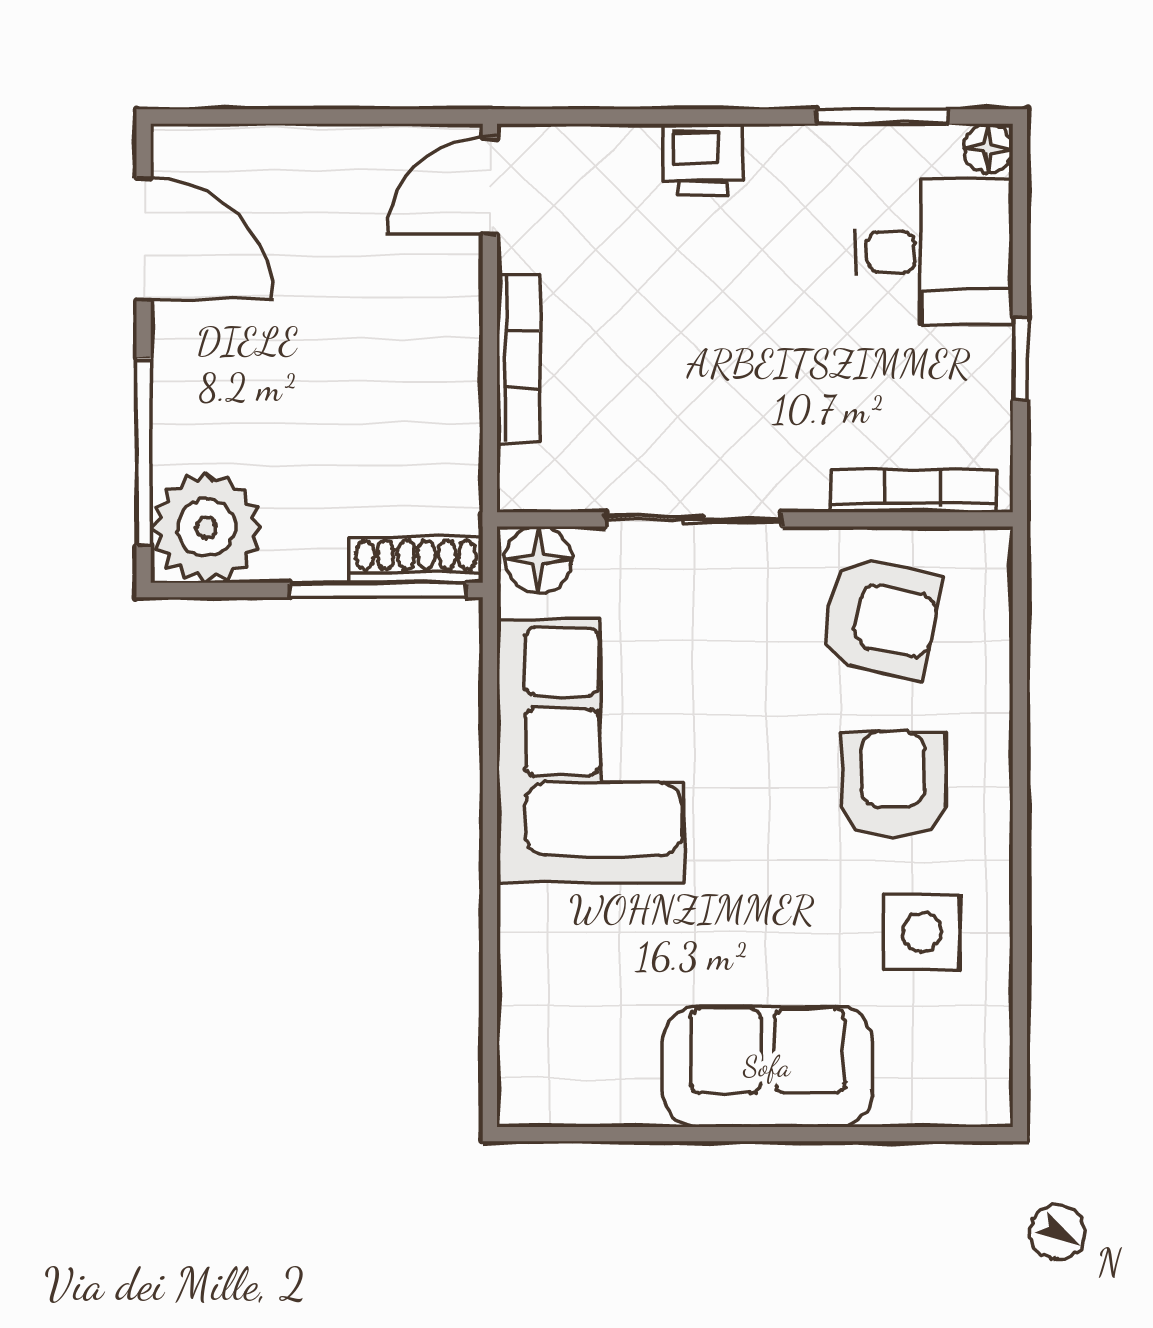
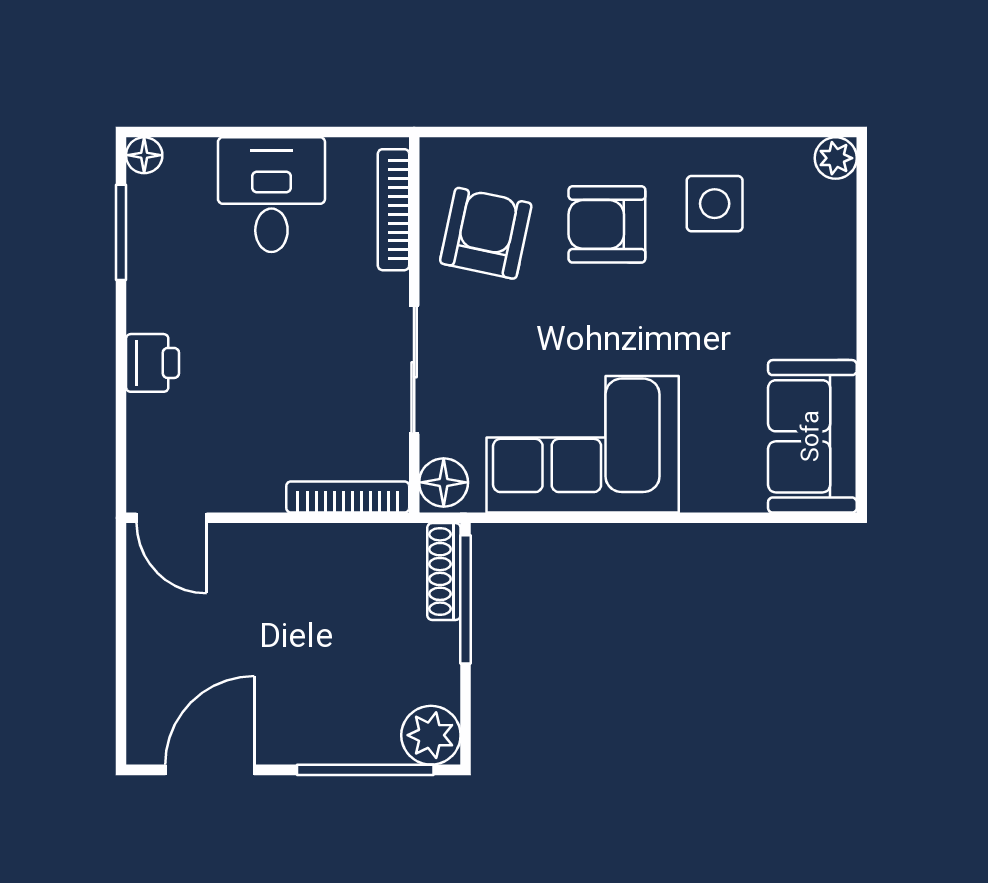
desk: (934, 252) -> (271, 195), moved
window: (1020, 358) -> (297, 132), removed
bookcase: (518, 359) -> (348, 497), moved
plant: (206, 528) -> (431, 735), width x0.73, depth x0.73
sofa: (767, 1066) -> (812, 436), moved
plant: (984, 1098) -> (836, 158), added

